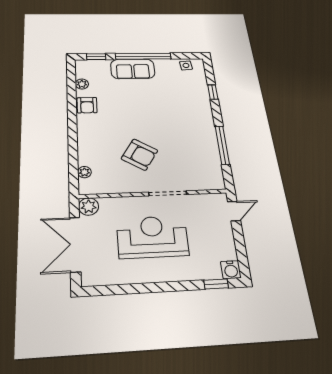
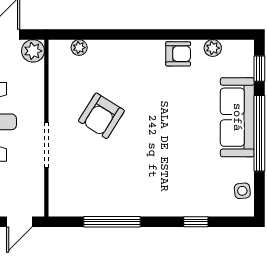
sofa: (133, 69) -> (237, 117), width x1.36
armchair: (87, 105) -> (178, 54), turned 180
door: (234, 211) -> (19, 222), hinge flipped

